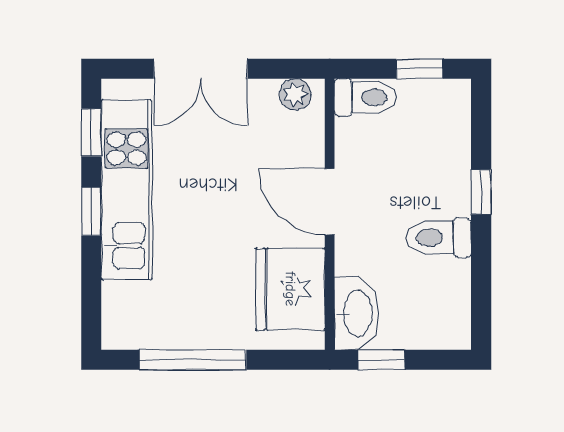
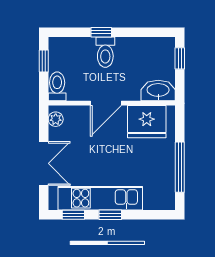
toilet: (439, 238) -> (105, 52), moved
window: (381, 360) -> (180, 58), moved

